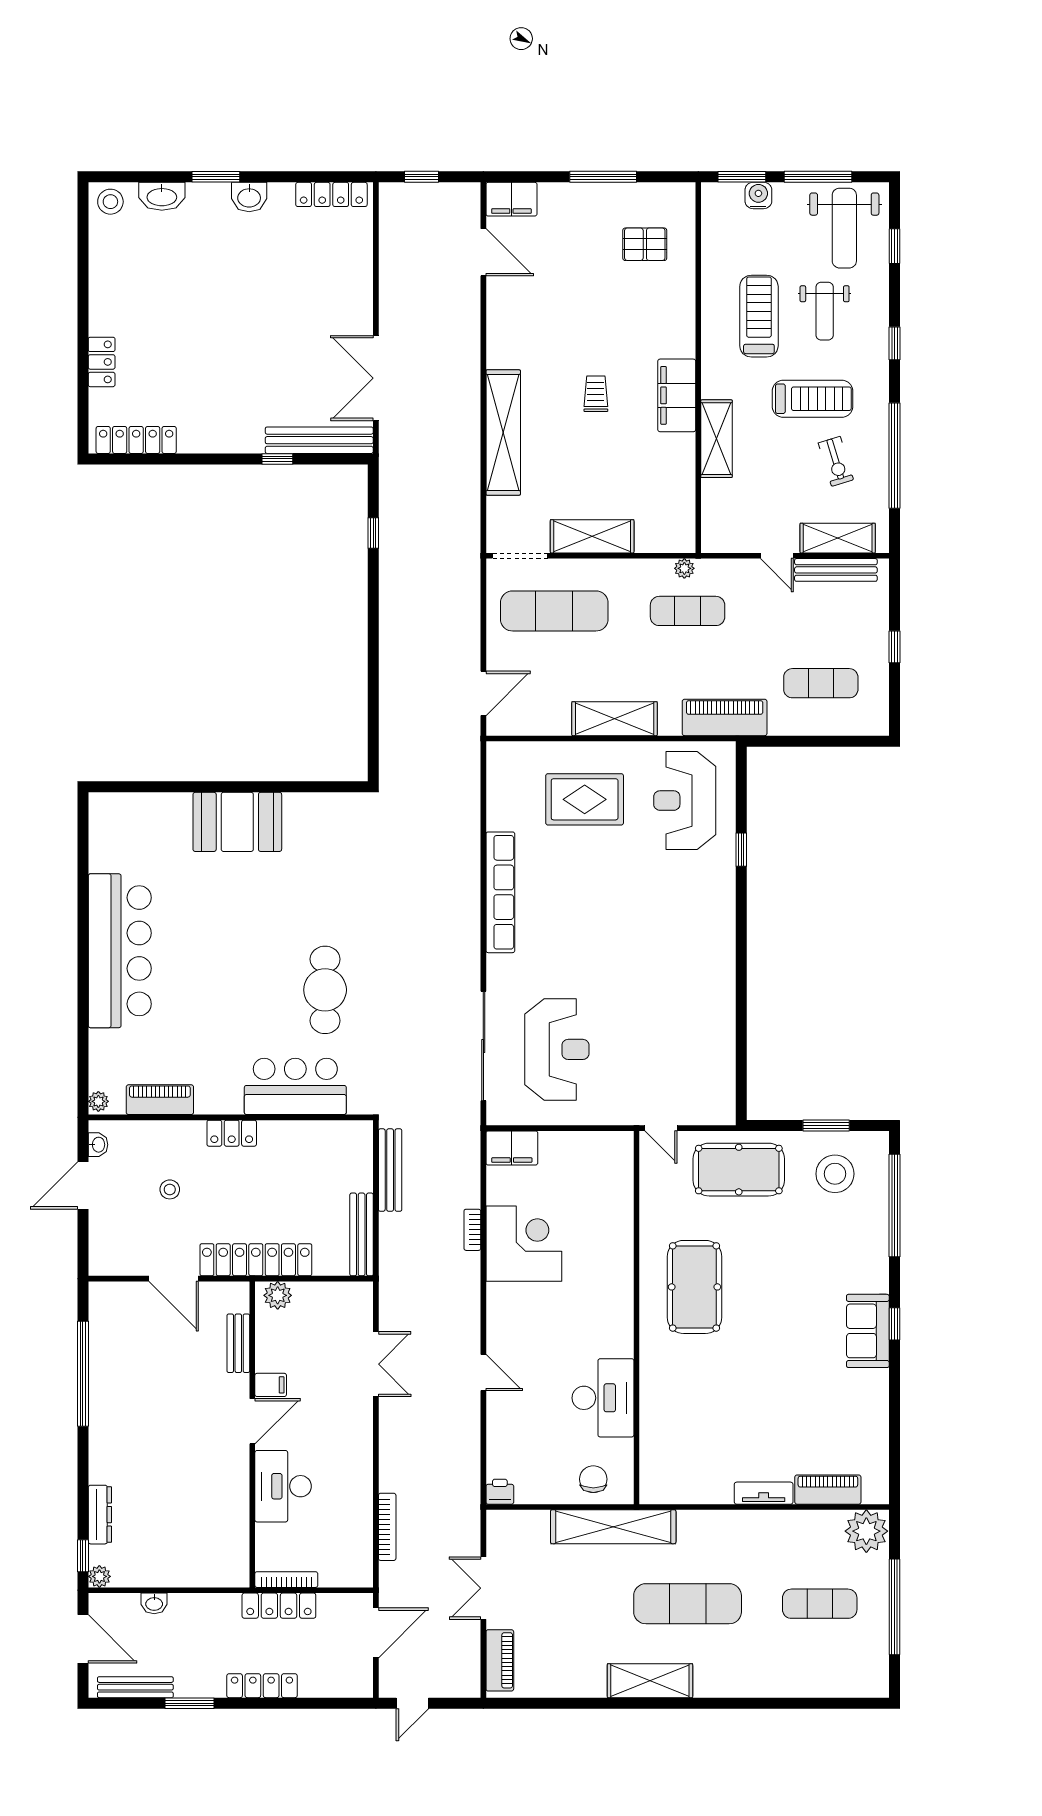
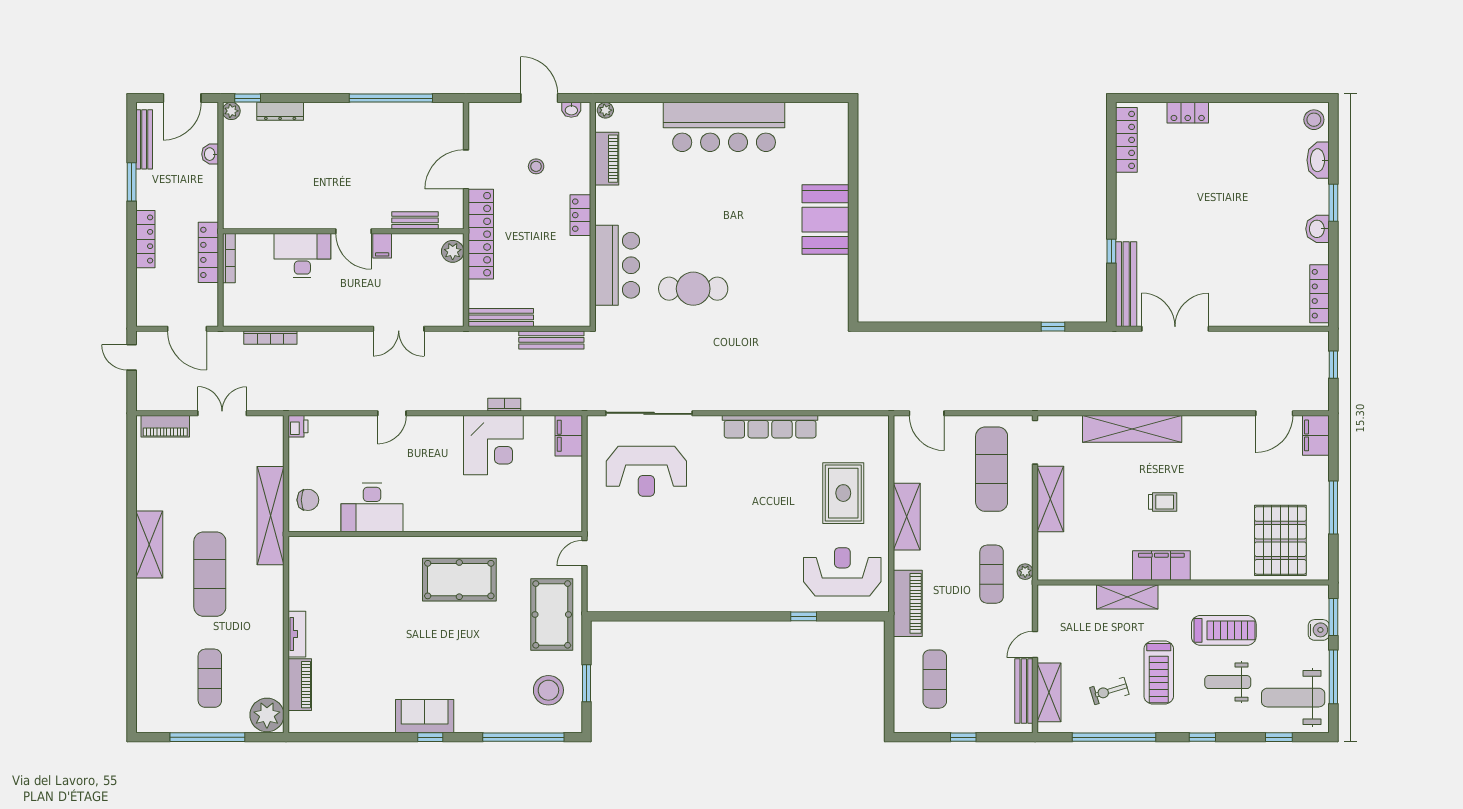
pallet: (645, 244) -> (1280, 540), width x2.05, depth x2.00

